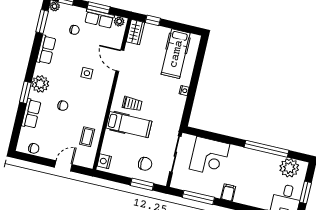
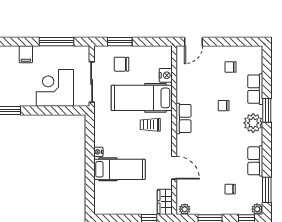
row of seats: (99, 19) -> (184, 118), moved, turned 90
hospital bed: (176, 54) -> (119, 169), moved, turned 90
side table: (87, 73) -> (206, 146), removed
hospital bed: (129, 125) -> (142, 98), width x1.37, depth x1.29
coffee table: (87, 137) -> (190, 78), removed
chair: (34, 148) -> (231, 67), moved
nightstand: (104, 161) -> (166, 75), moved
door: (63, 166) -> (194, 42), moved

